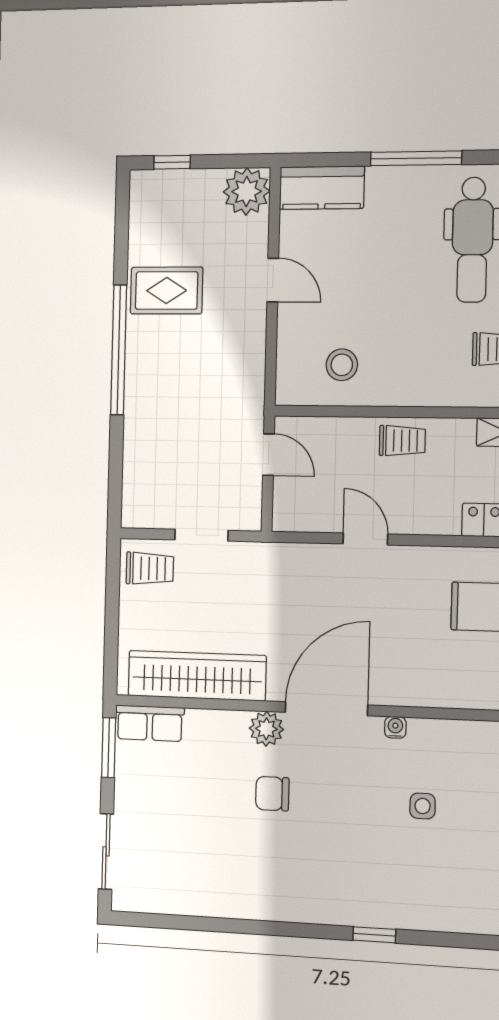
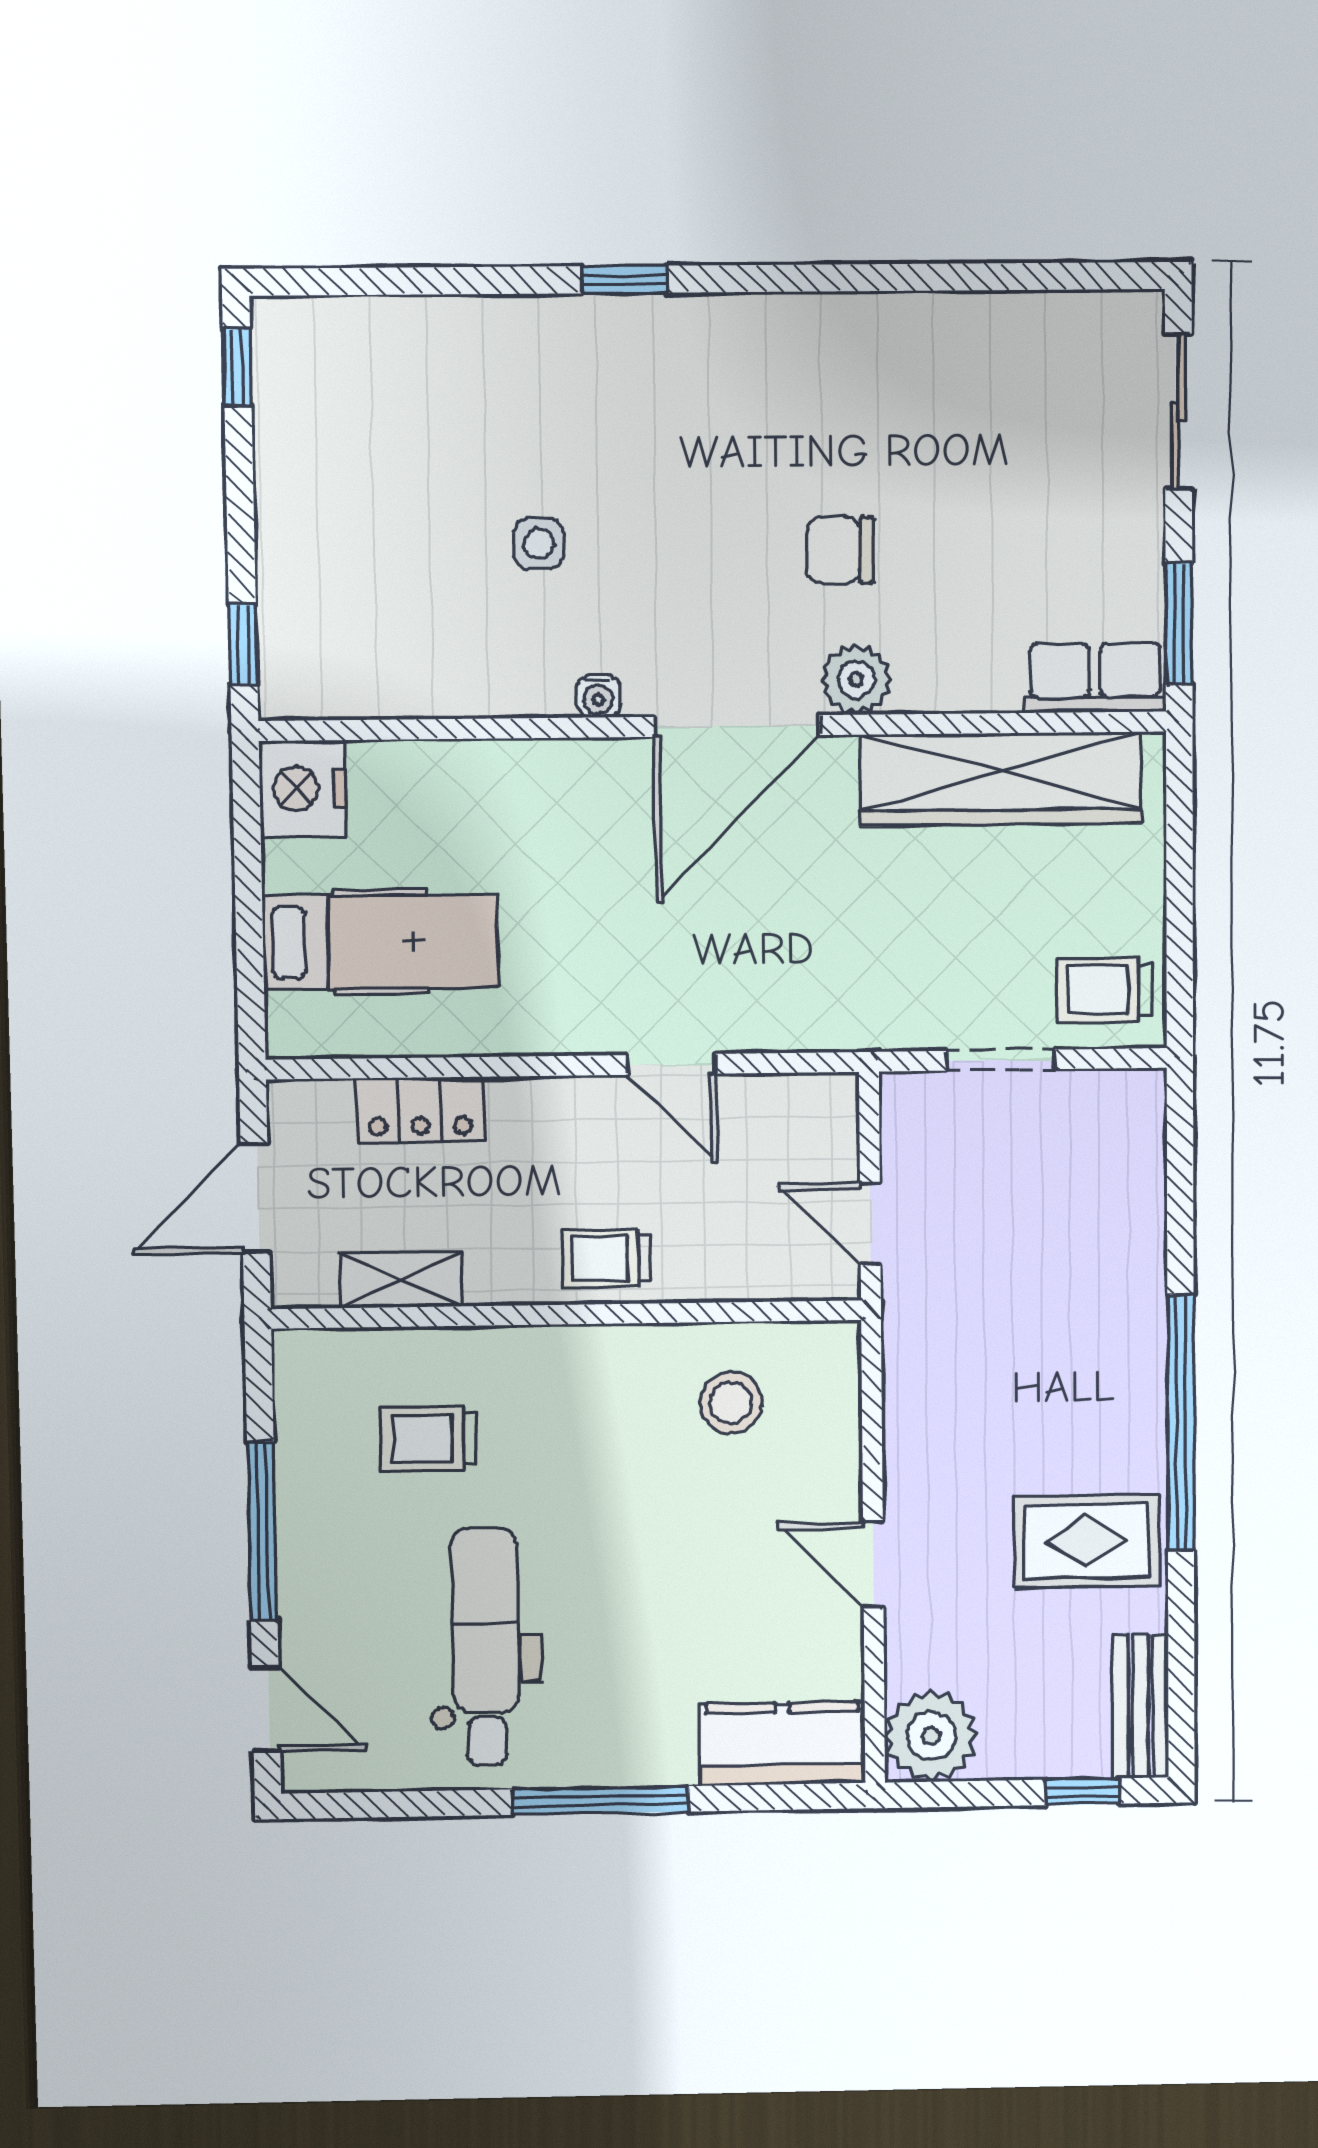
bench: (142, 206) -> (1141, 1706), added
chair: (272, 794) -> (840, 550), turned 180

